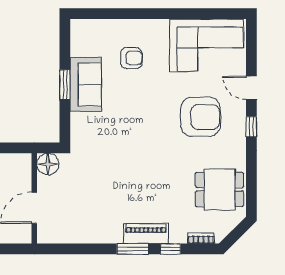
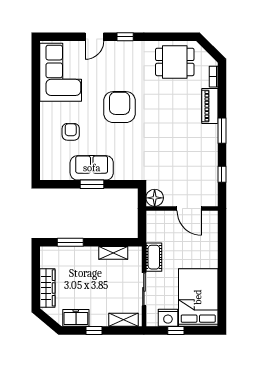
armchair: (200, 117) -> (120, 107), moved
dining table: (220, 189) -> (175, 62), turned 90
piano: (146, 234) -> (210, 106), moved
window: (171, 249) -> (222, 174), moved

